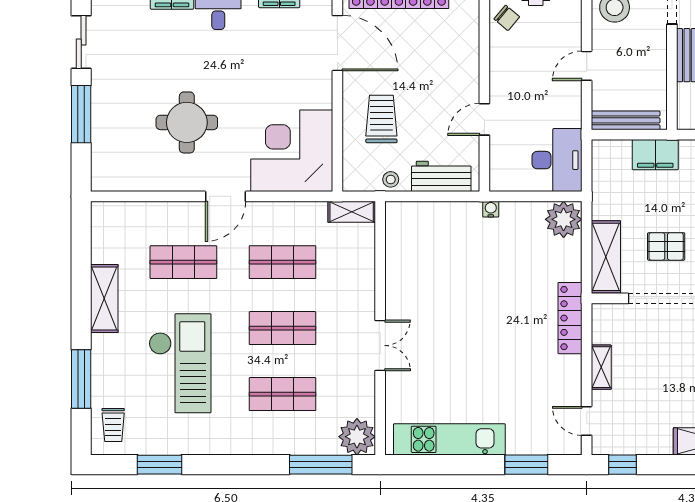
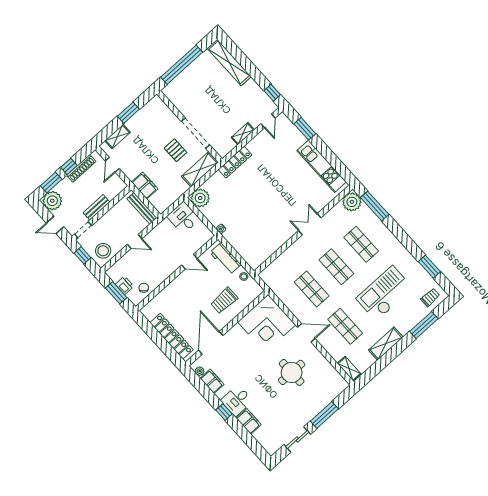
desk: (557, 160) -> (183, 218), width x0.73
shelving: (352, 212) -> (349, 369), moved

